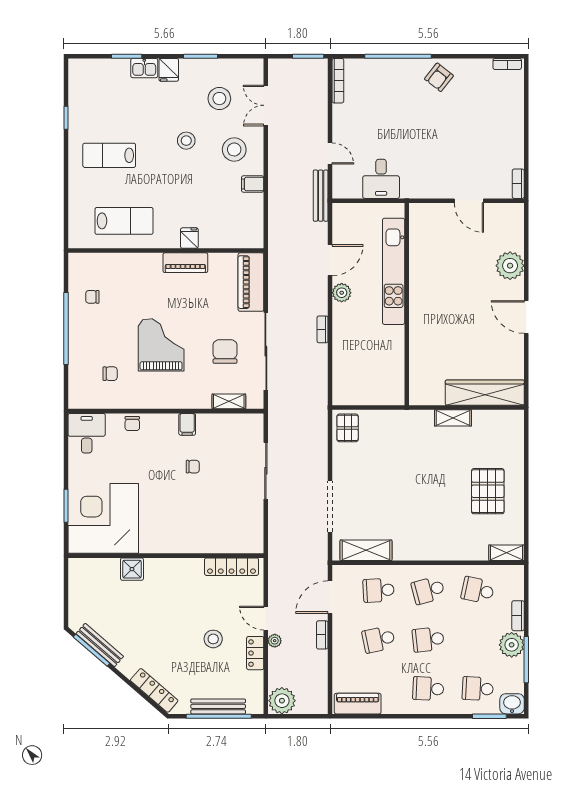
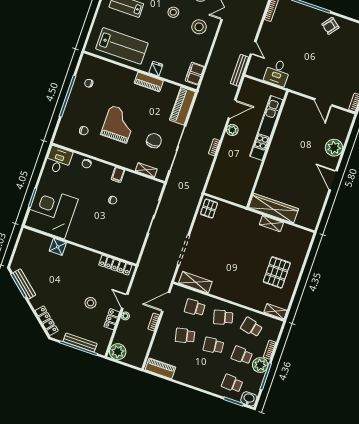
filing cabinet: (253, 184) -> (195, 74), moved, width x2.00
lab bench: (124, 221) -> (122, 46), width x1.36, depth x1.39
wardrobe: (485, 393) -> (274, 208), moved
school desk: (428, 689) -> (242, 355), moved

